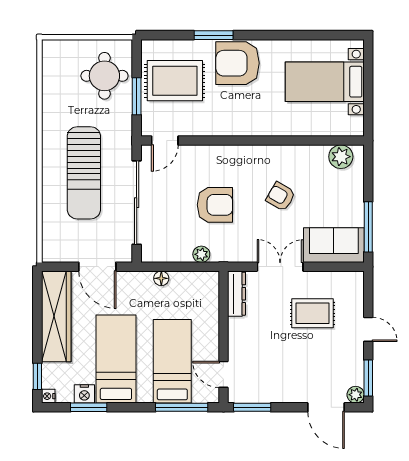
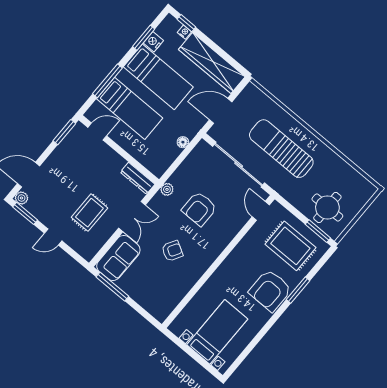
armchair: (237, 63) -> (270, 290), turned 180
rug: (175, 81) -> (290, 246), turned 90
window: (137, 96) -> (318, 231), moved
plant: (341, 157) -> (166, 305), removed
plant: (201, 254) -> (167, 189), moved
nightstand: (48, 396) -> (184, 32), moved
window: (182, 407) -> (107, 81), moved

